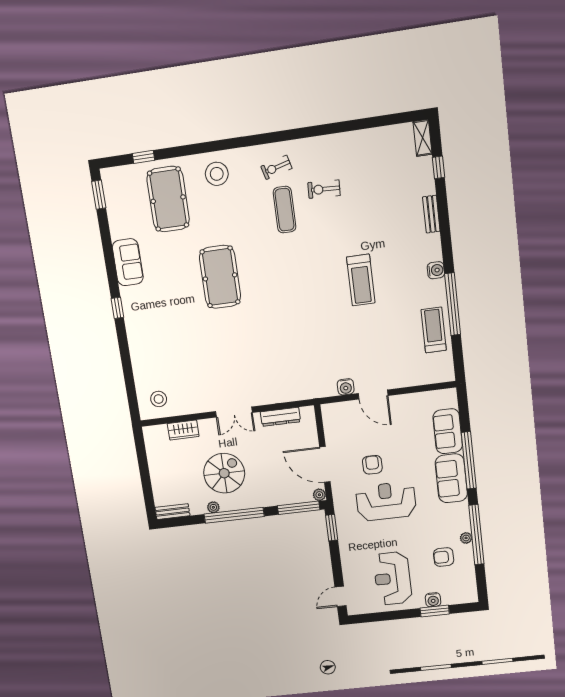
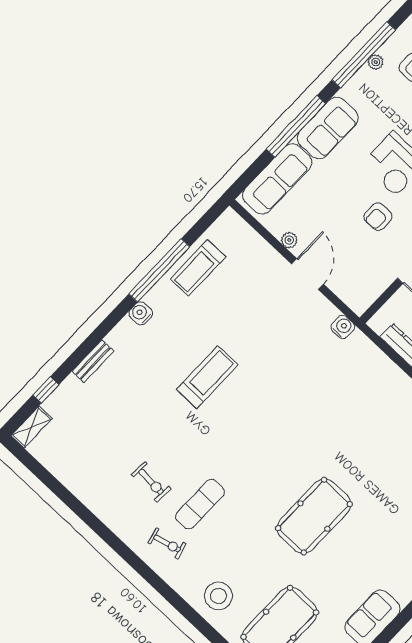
water cooler: (346, 387) -> (343, 327), moved
plant: (403, 400) -> (289, 240), added
sofa: (448, 431) -> (277, 179), width x1.36

